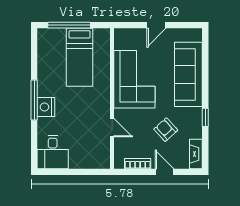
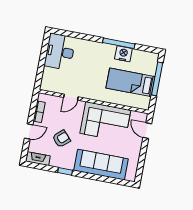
door: (156, 25) -> (147, 131), moved
window: (34, 100) -> (119, 43), moved
nightstand: (46, 107) -> (123, 54), moved
desk: (53, 152) -> (60, 52), width x1.37

